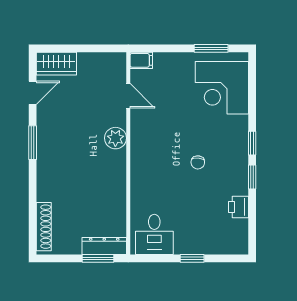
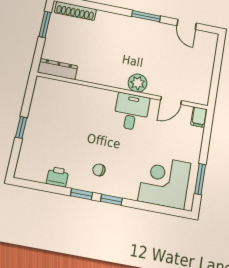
wardrobe: (56, 64) -> (207, 48), removed
chair: (198, 162) -> (99, 170), moved
desk: (154, 234) -> (131, 112), moved, turned 90
dresser: (104, 246) -> (58, 69), moved, turned -90
window: (98, 258) -> (45, 25), moved

